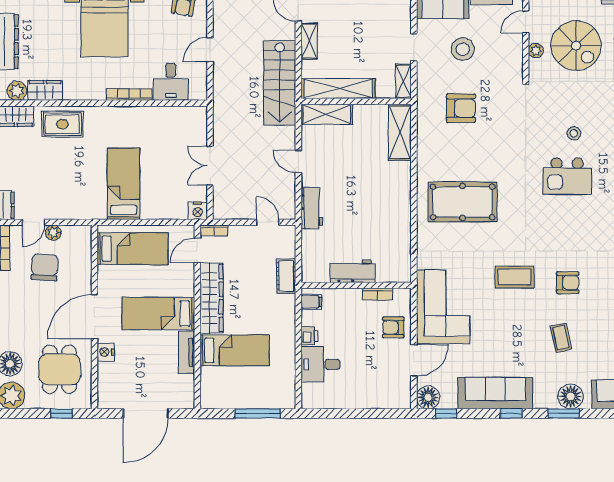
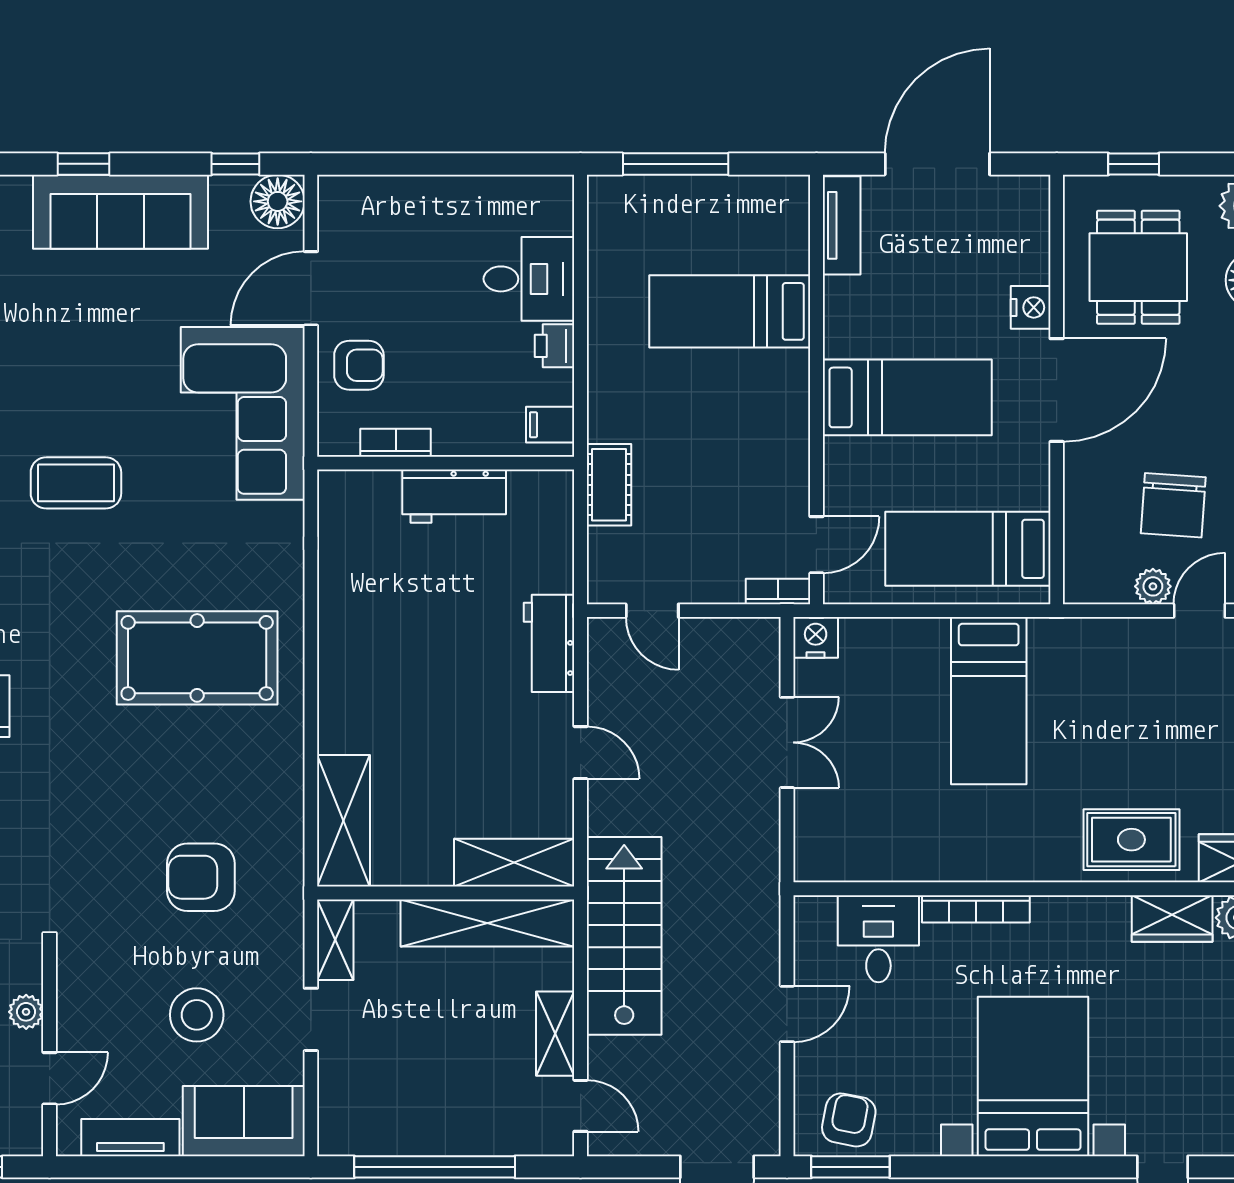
wardrobe: (211, 298) -> (783, 433), removed
tv unit: (187, 352) -> (842, 225), moved

